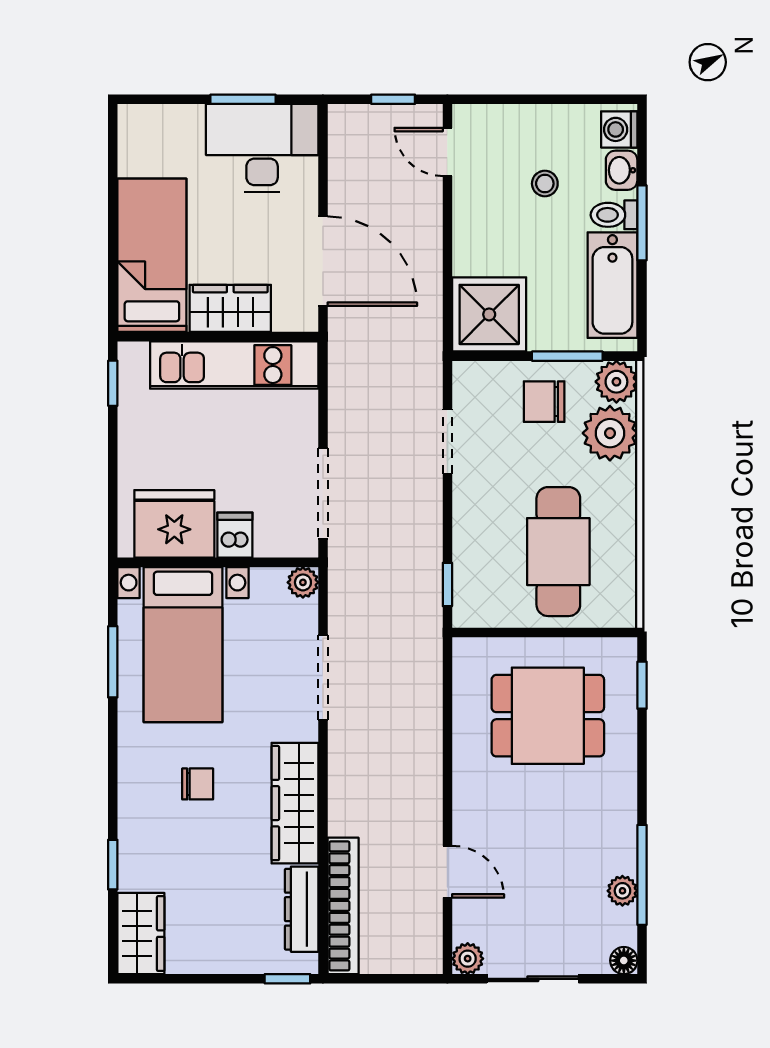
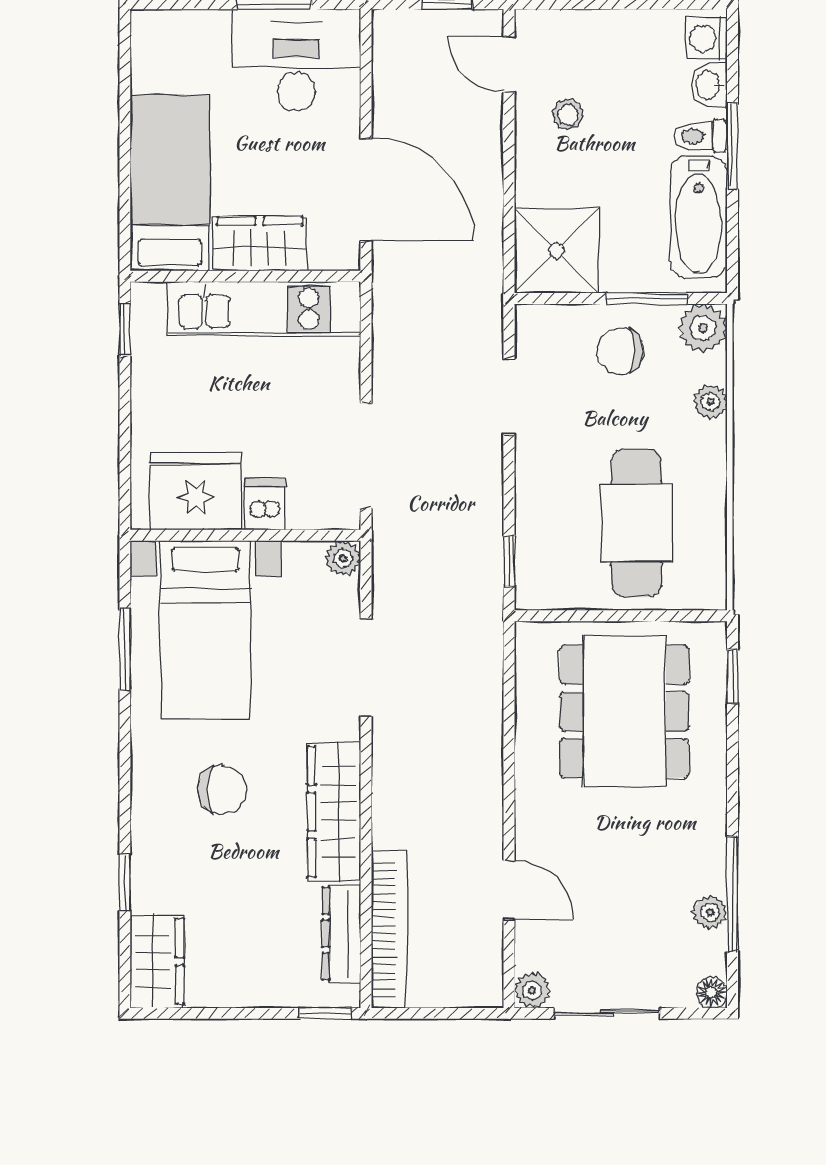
stool: (545, 184) -> (568, 115), moved
plant: (610, 433) -> (710, 402), width x0.53, depth x0.53
dining table: (548, 716) -> (624, 711), width x1.38
chair: (198, 784) -> (222, 790), width x1.37, depth x1.37

